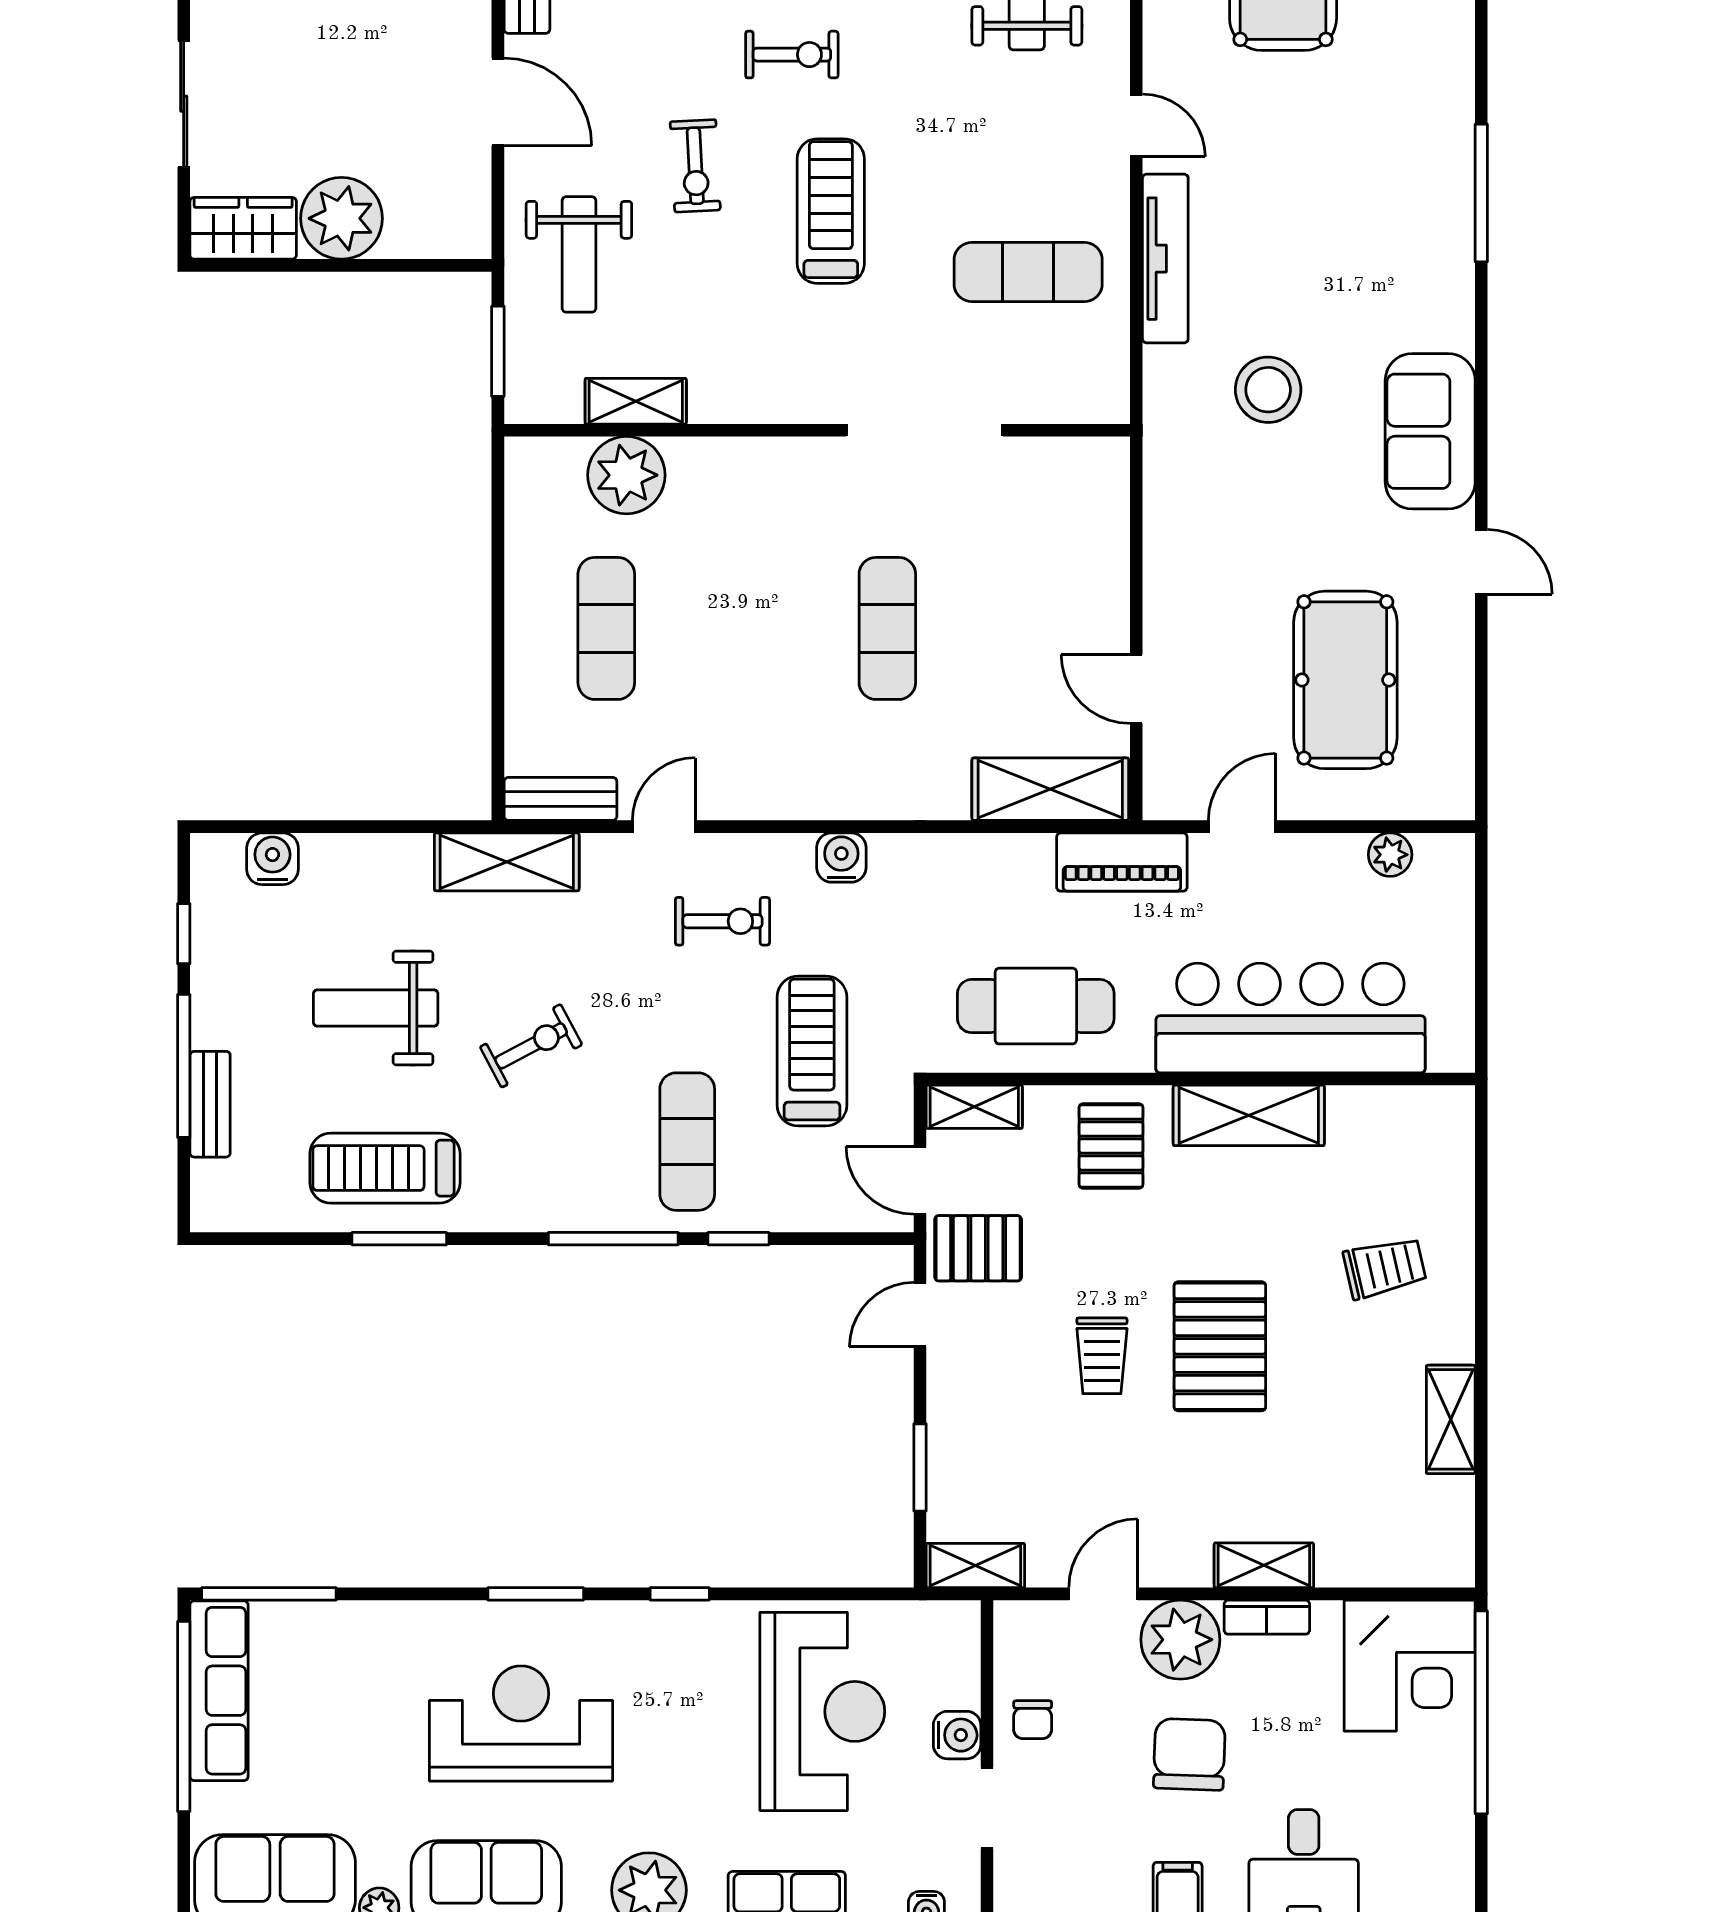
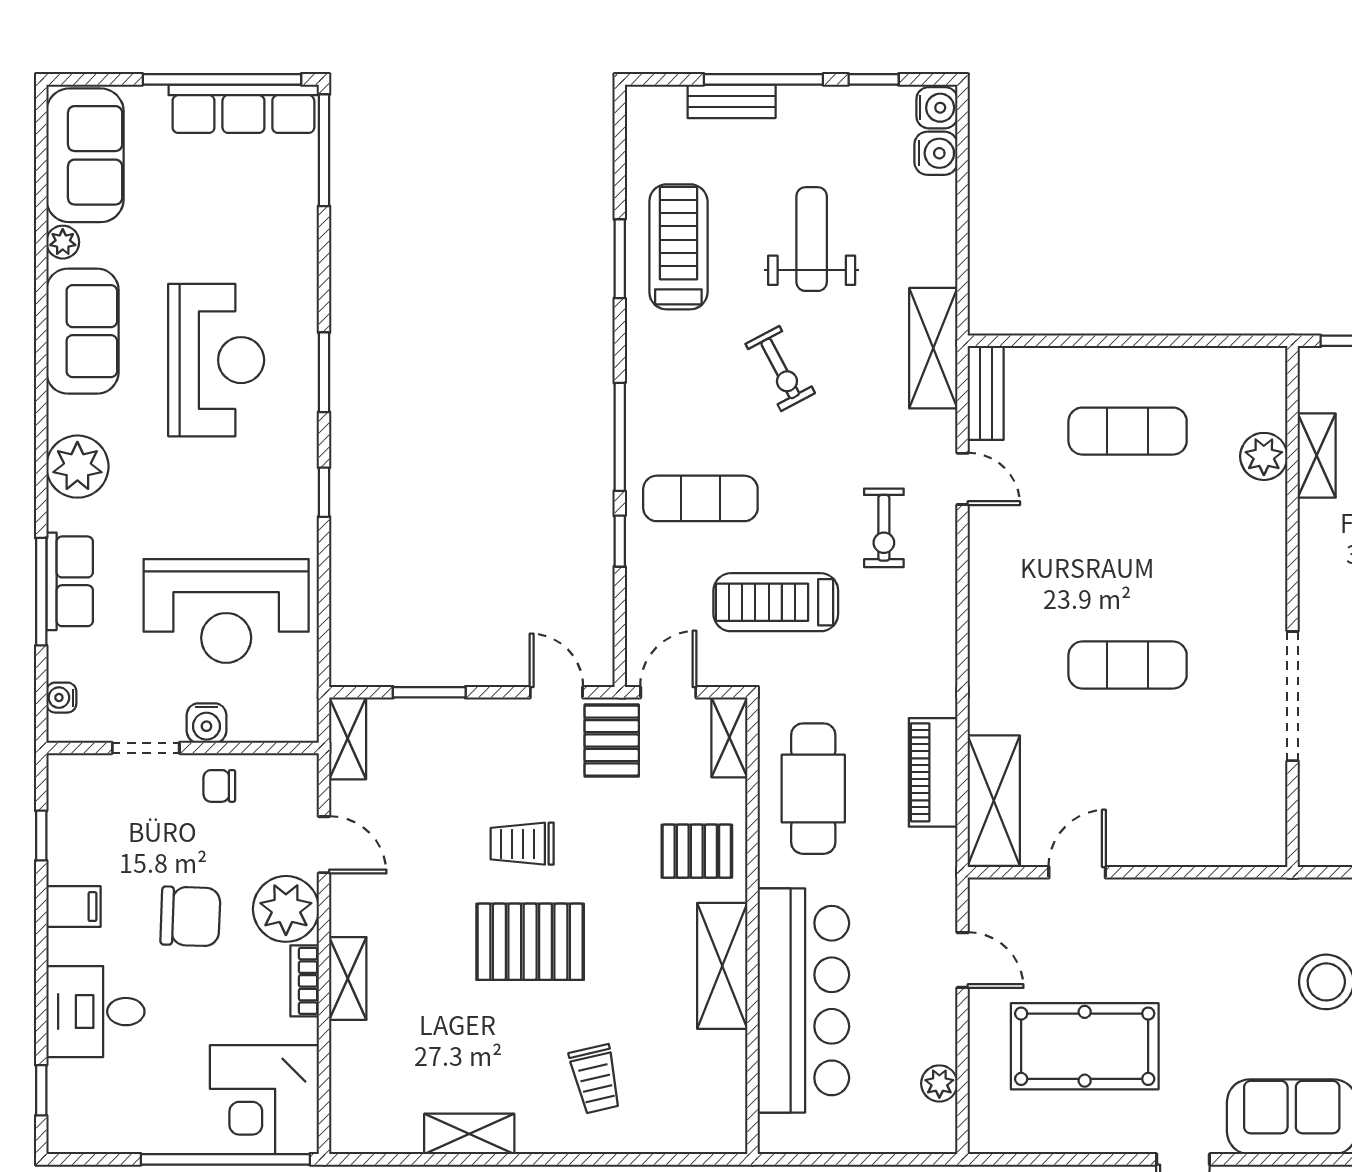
plant: (626, 475) -> (1264, 456), width x0.73, depth x0.73
water cooler: (841, 858) -> (937, 108), moved
piano: (1122, 862) -> (933, 772), moved
treadmill: (812, 1051) -> (776, 602), turned 180

